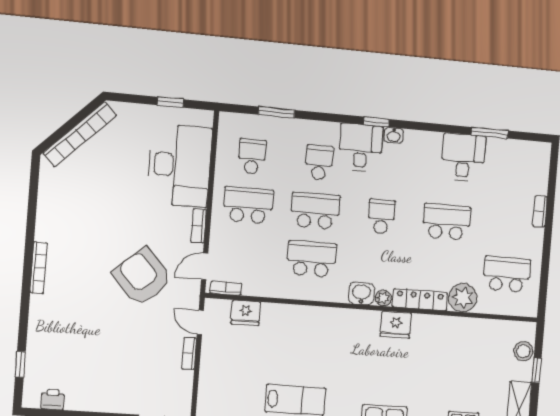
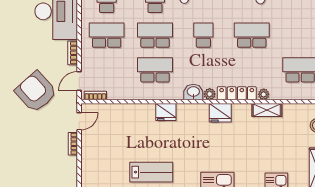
plant: (463, 298) -> (264, 94), width x0.53, depth x0.53
fridge: (246, 313) -> (166, 112), moved
door: (200, 322) -> (79, 121), swing flipped
shelving: (458, 325) -> (267, 110), added

